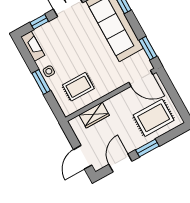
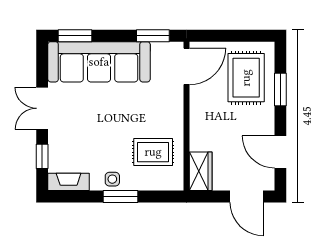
rug: (78, 87) -> (153, 152), turned 90
wardrobe: (94, 115) -> (201, 171), moved
window: (147, 148) -> (280, 90), moved

